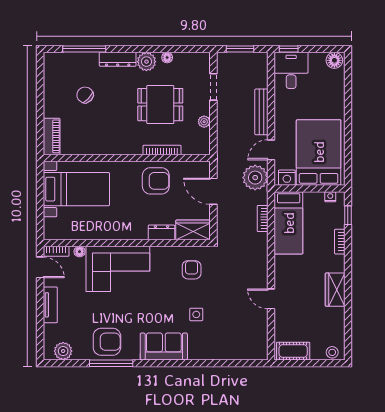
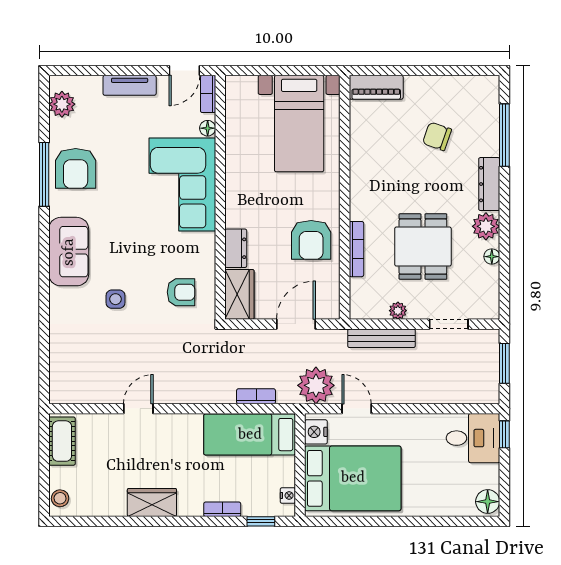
chair: (85, 95) -> (437, 136), turned -115
bench: (261, 112) -> (381, 338), moved

